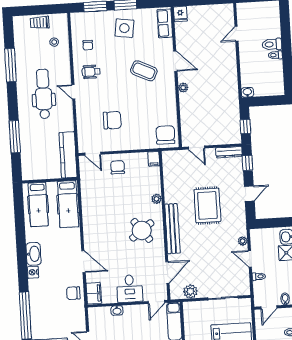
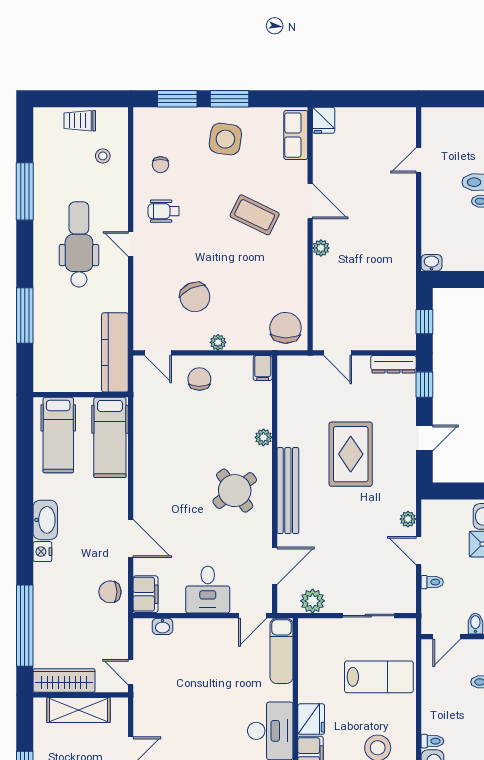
chair: (112, 120) -> (195, 297), turned 65
plant: (127, 146) -> (218, 342), added
washbasin: (117, 311) -> (162, 626), moved

